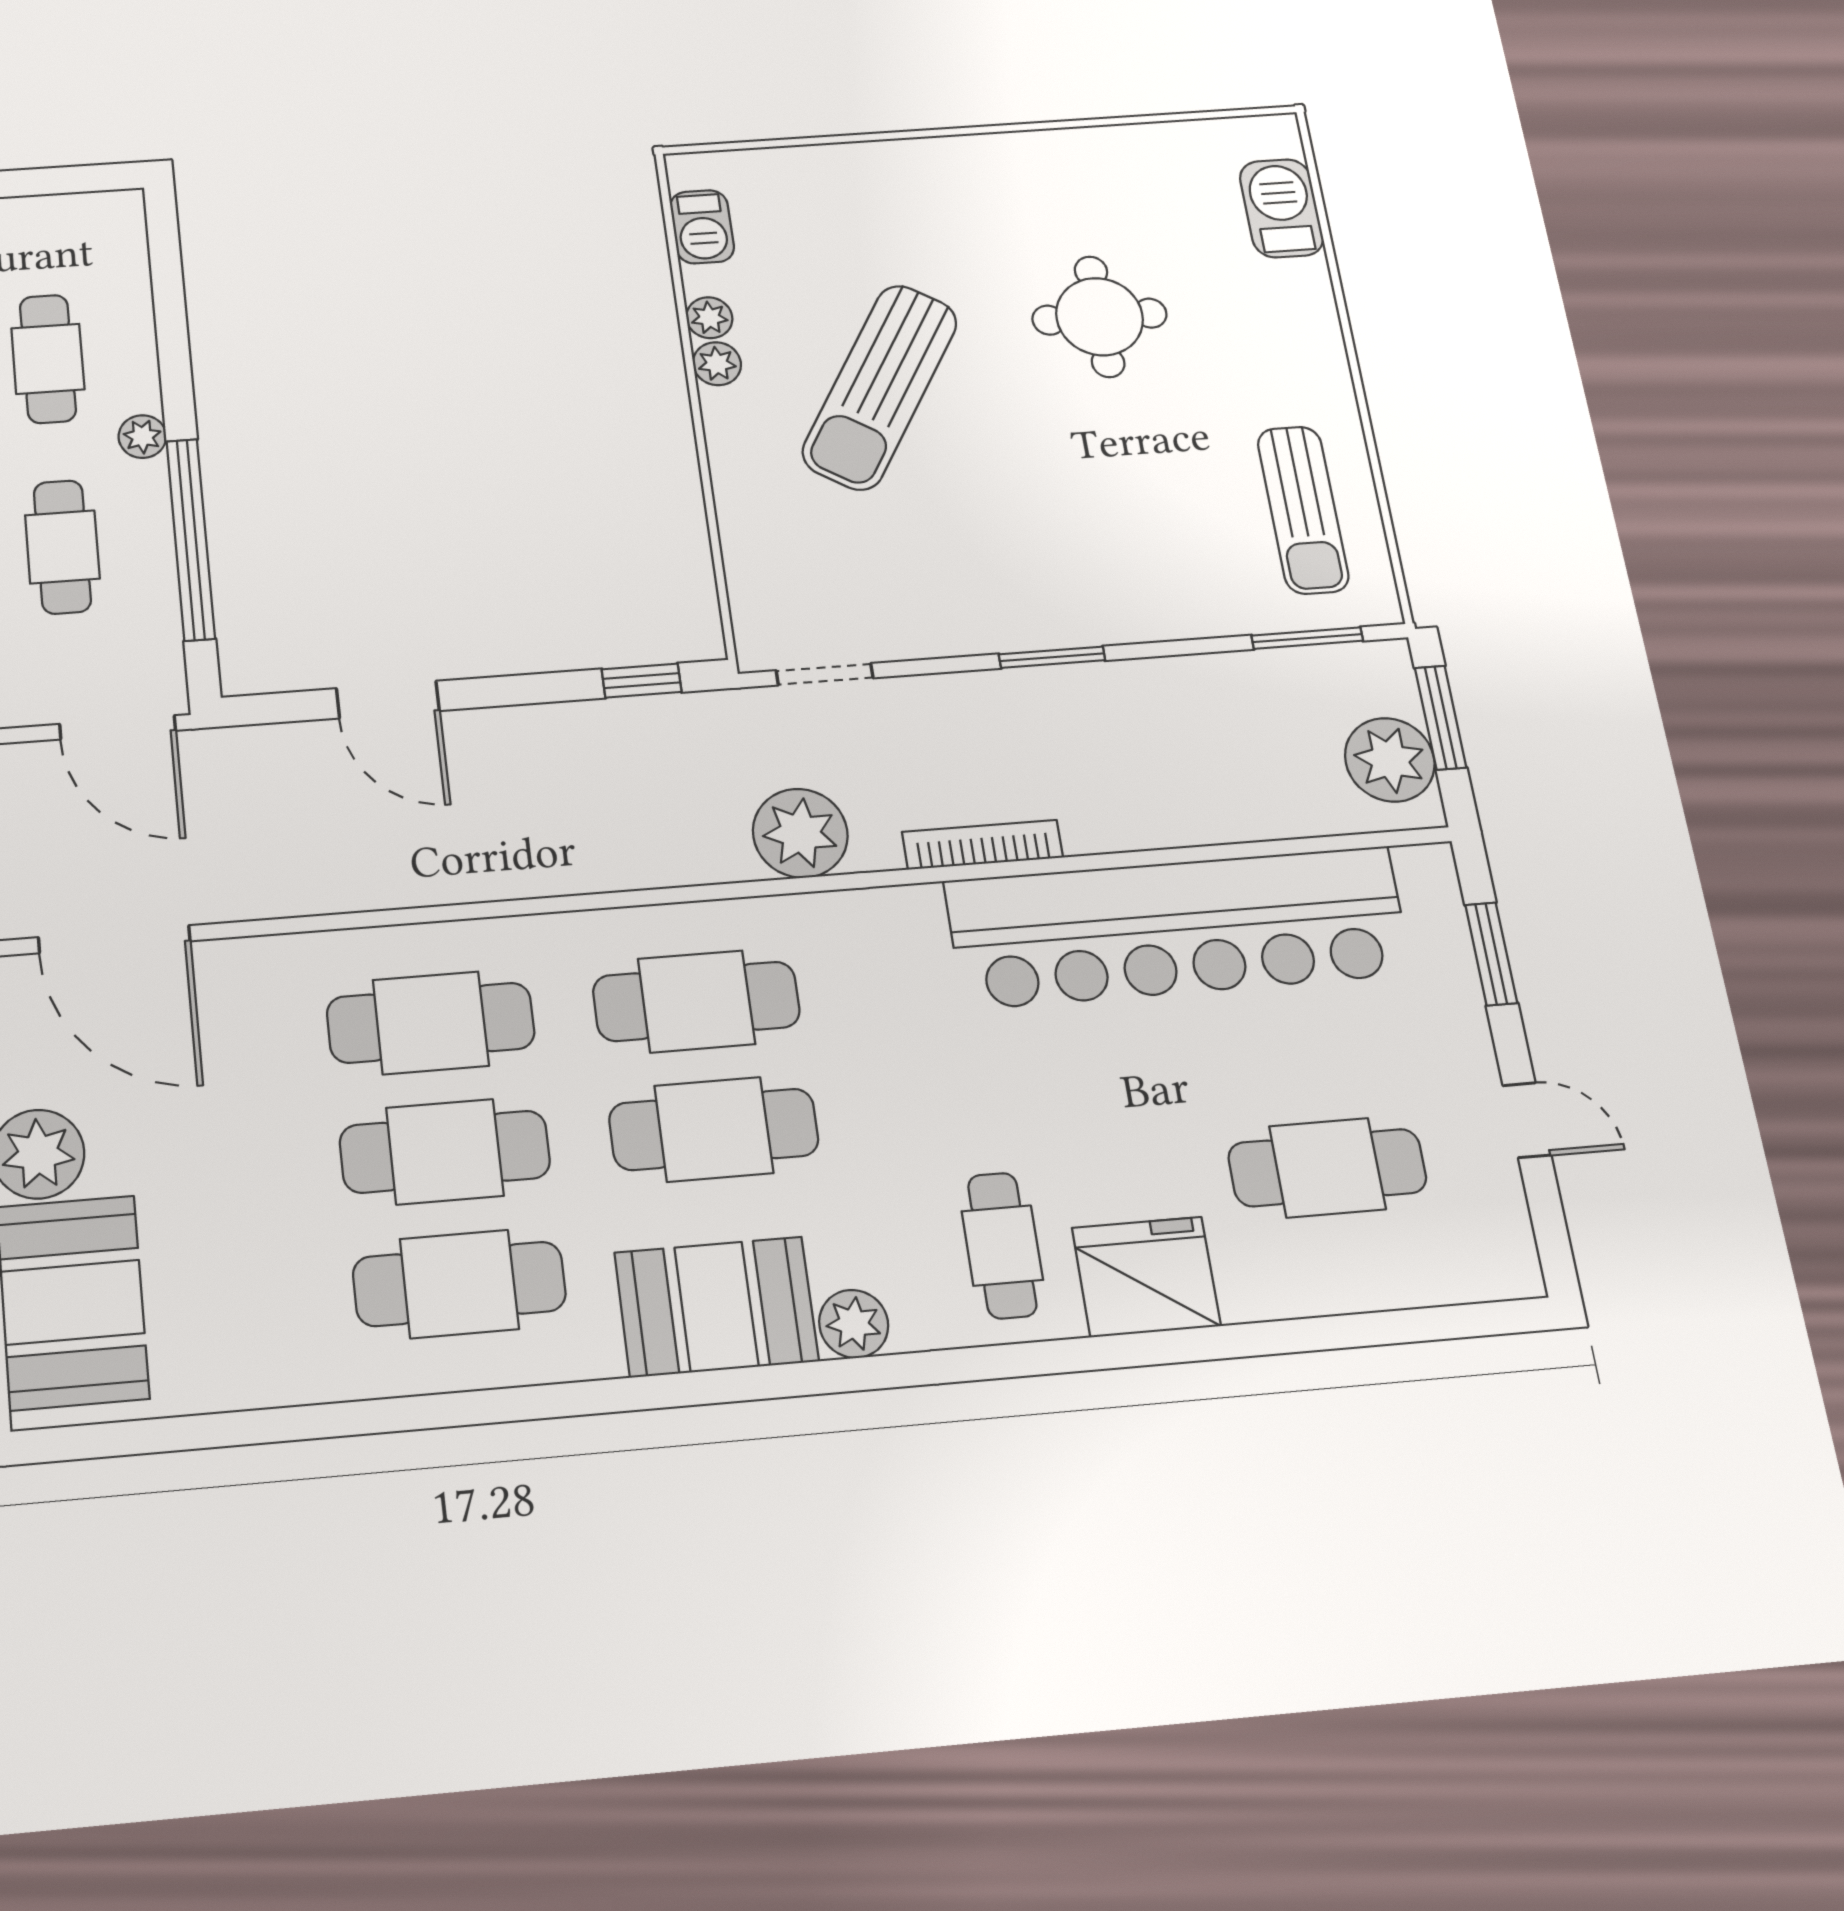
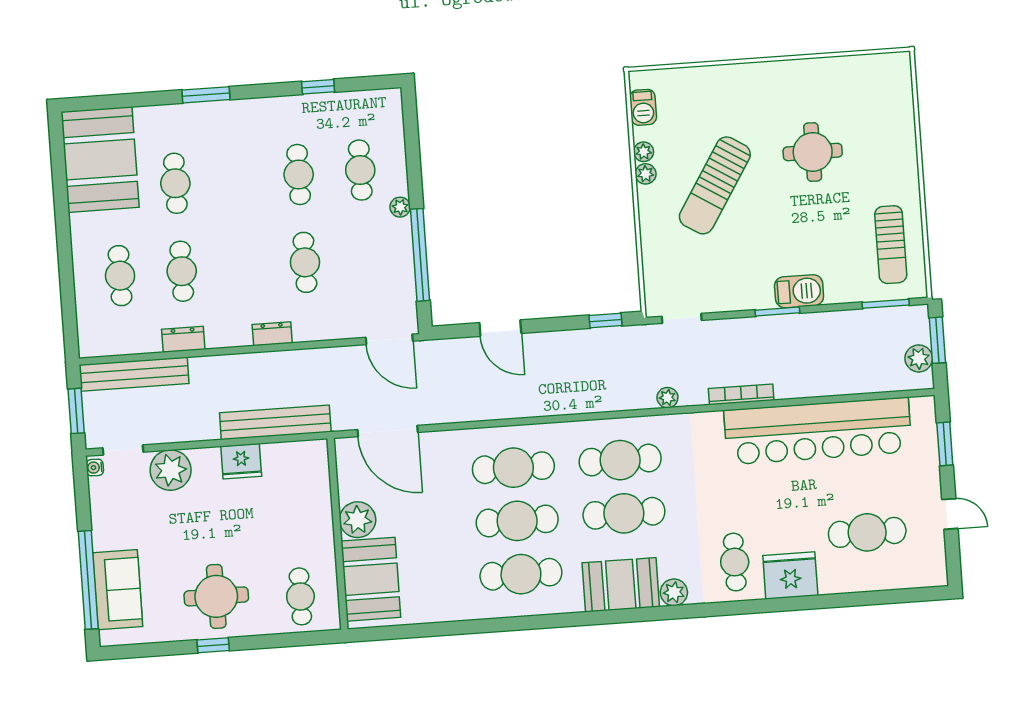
barbecue: (1281, 208) -> (799, 291), moved, turned 90
cafe table: (62, 547) -> (367, 258), removed
plant: (1390, 760) -> (919, 358), width x0.73, depth x0.73
plant: (800, 833) -> (667, 398), width x0.53, depth x0.53

